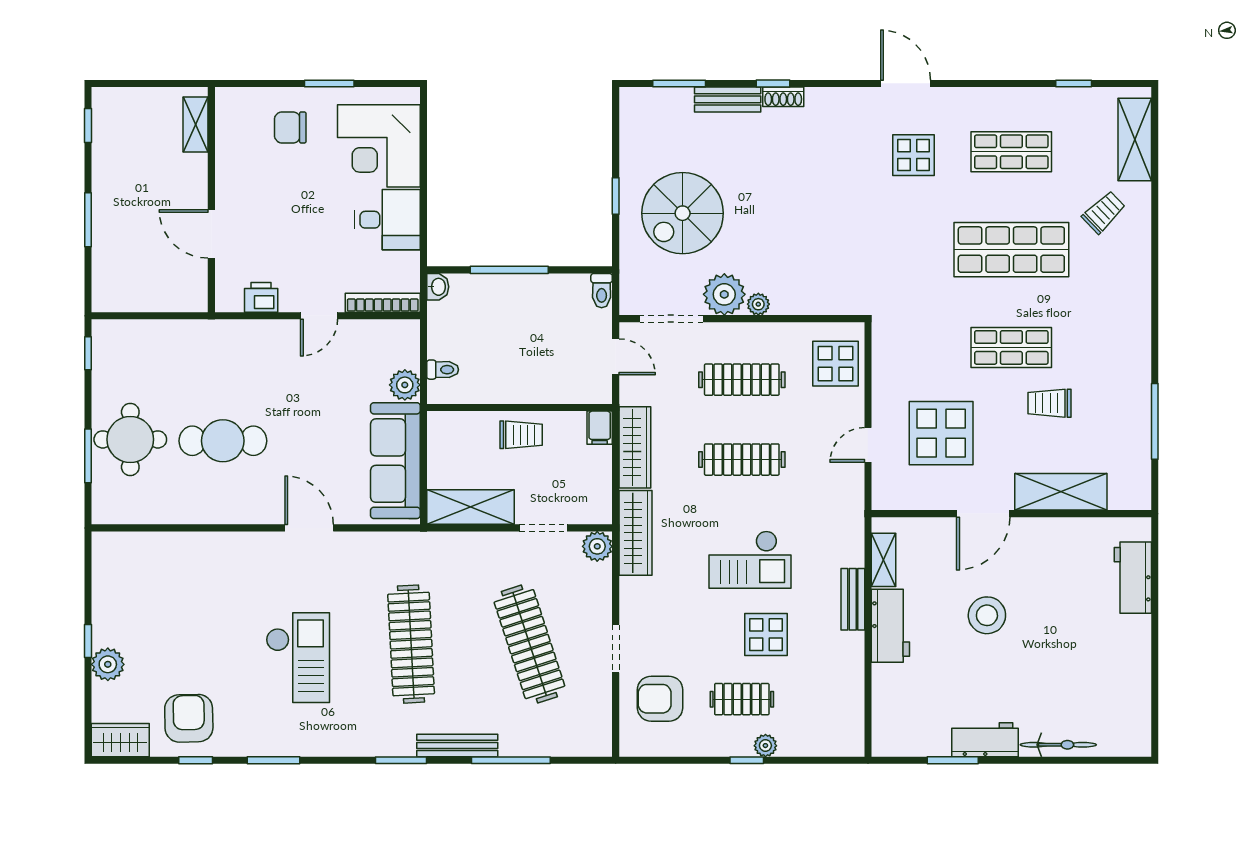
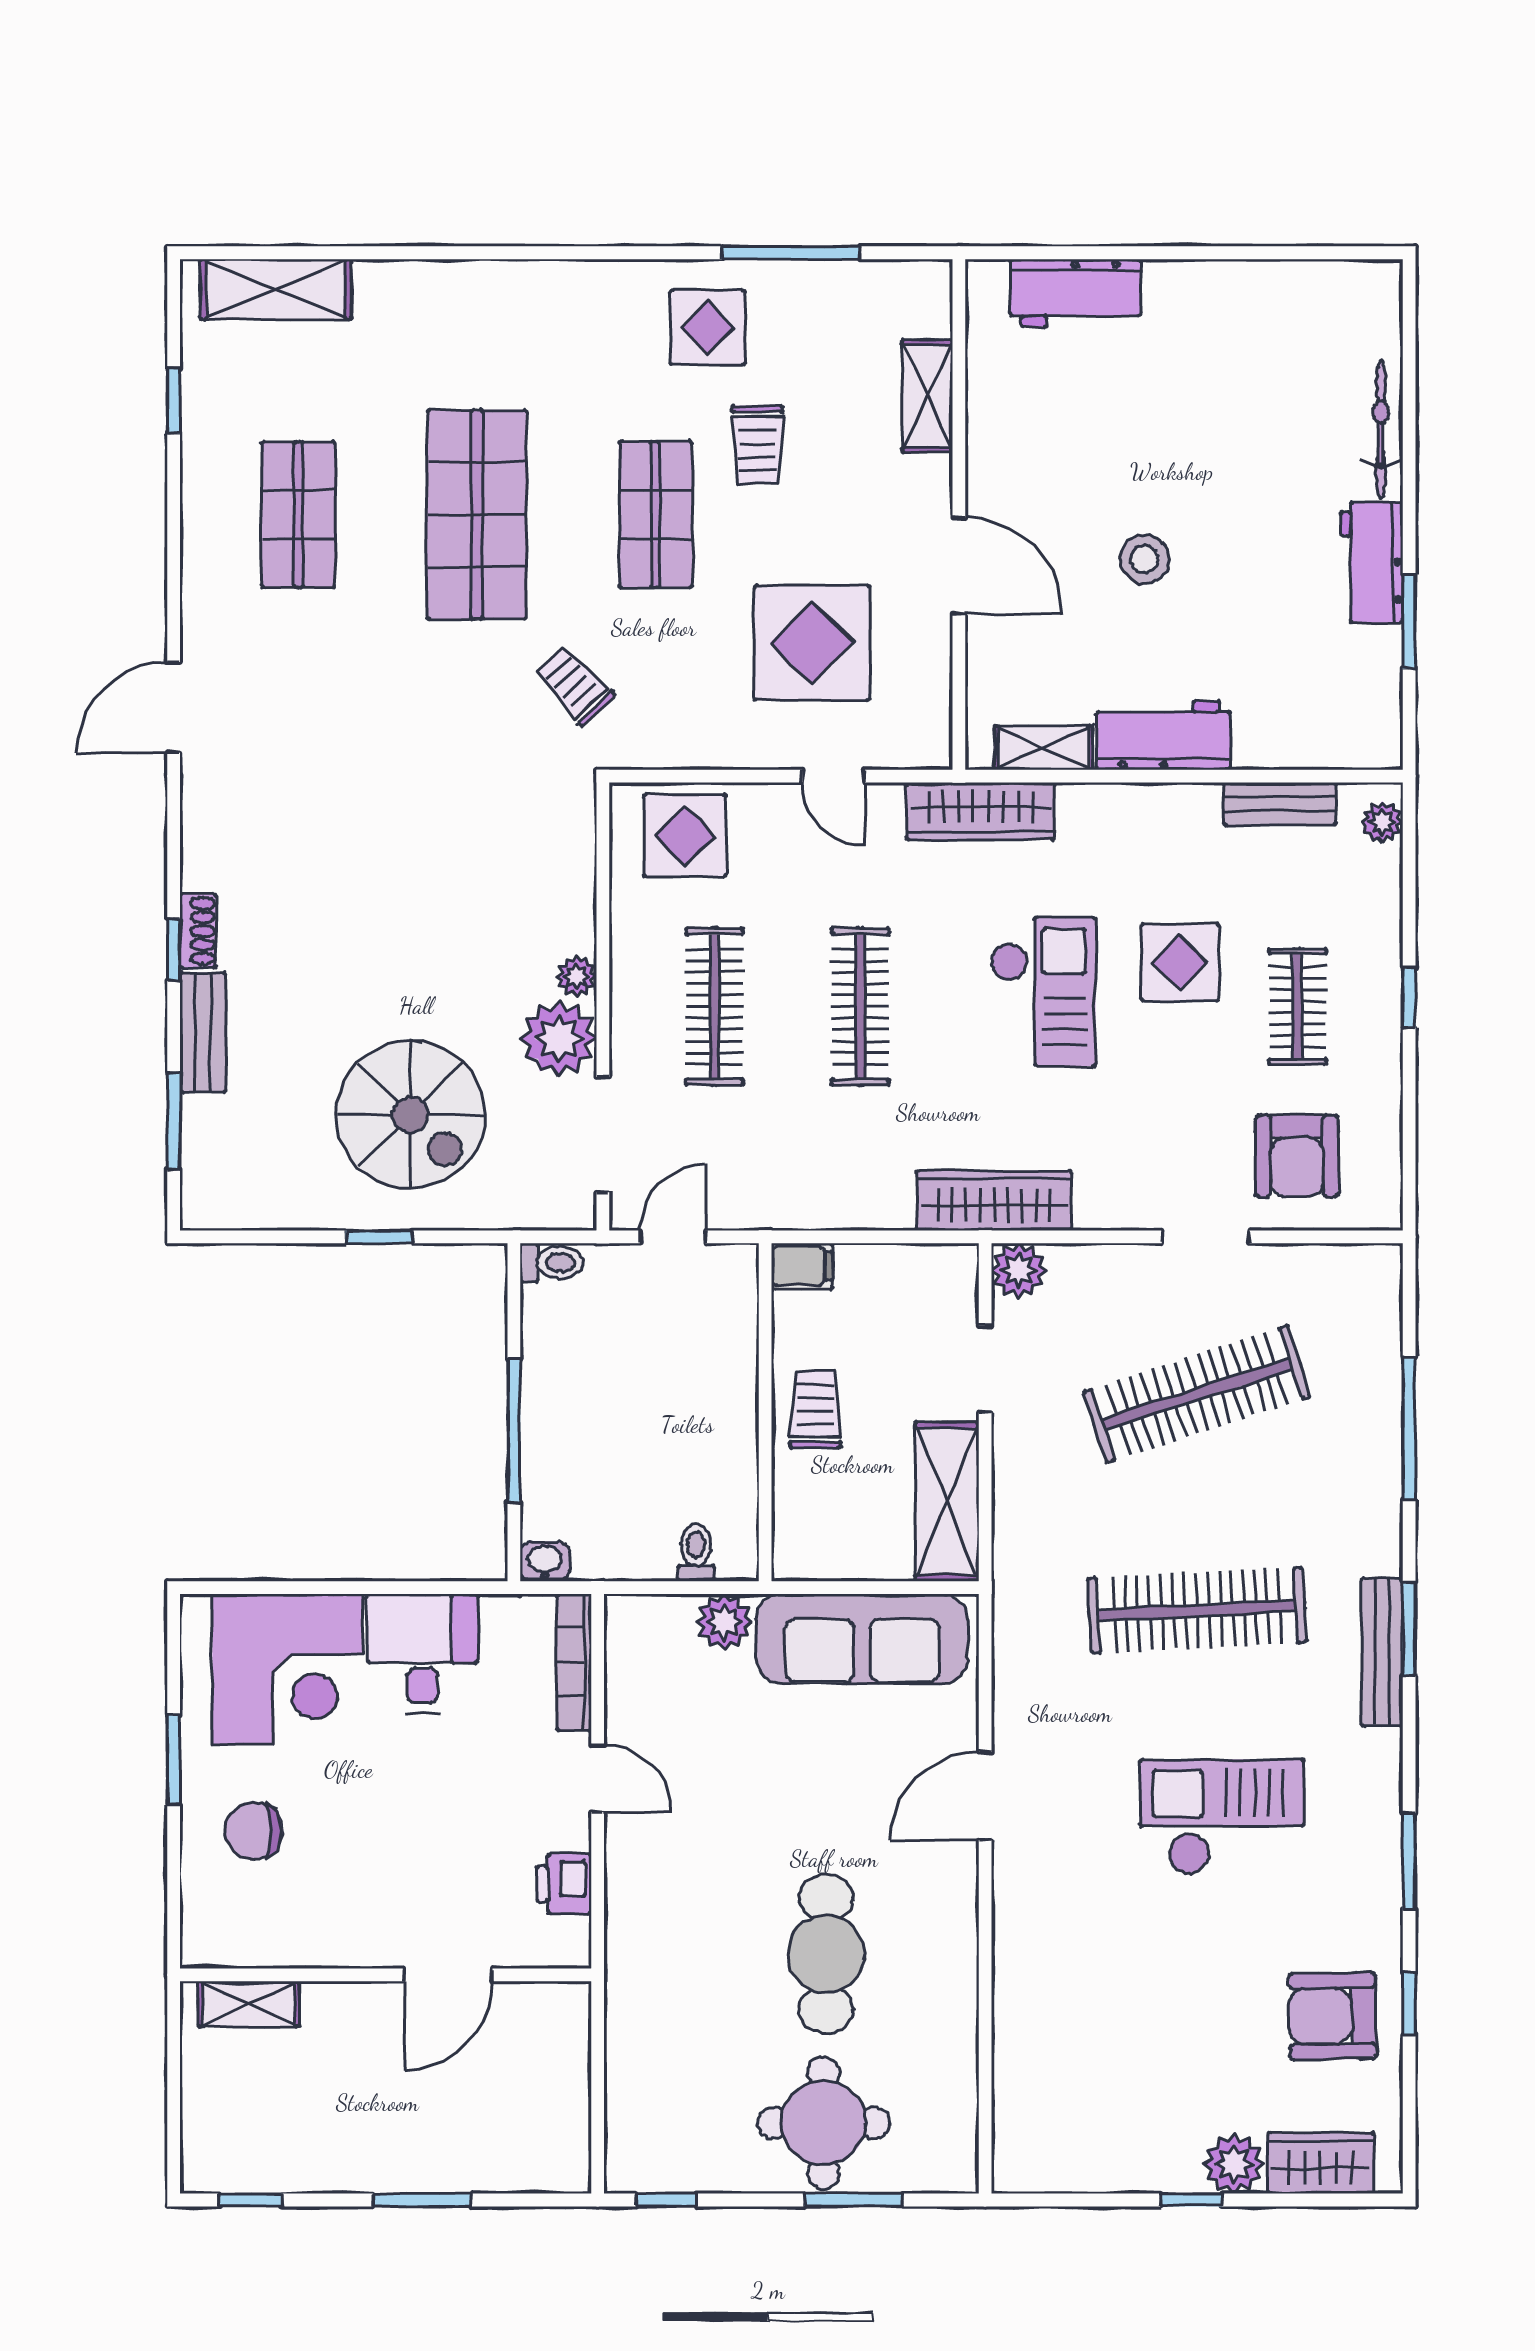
chair: (290, 127) -> (254, 1831), turned 90
display table: (913, 155) -> (708, 328), moved
trolley: (1104, 212) -> (574, 685), moved
wardrobe: (635, 447) -> (981, 811), moved, turned 180
shelving: (1061, 492) -> (927, 396), width x0.67, depth x0.75
bench: (853, 599) -> (1280, 804), moved
stool: (987, 615) -> (1144, 559), width x0.73, depth x0.73
wardrobe: (120, 740) -> (1321, 2163), moved, turned 90
bench: (457, 745) -> (1382, 1652), moved
plant: (765, 746) -> (1382, 822), moved

